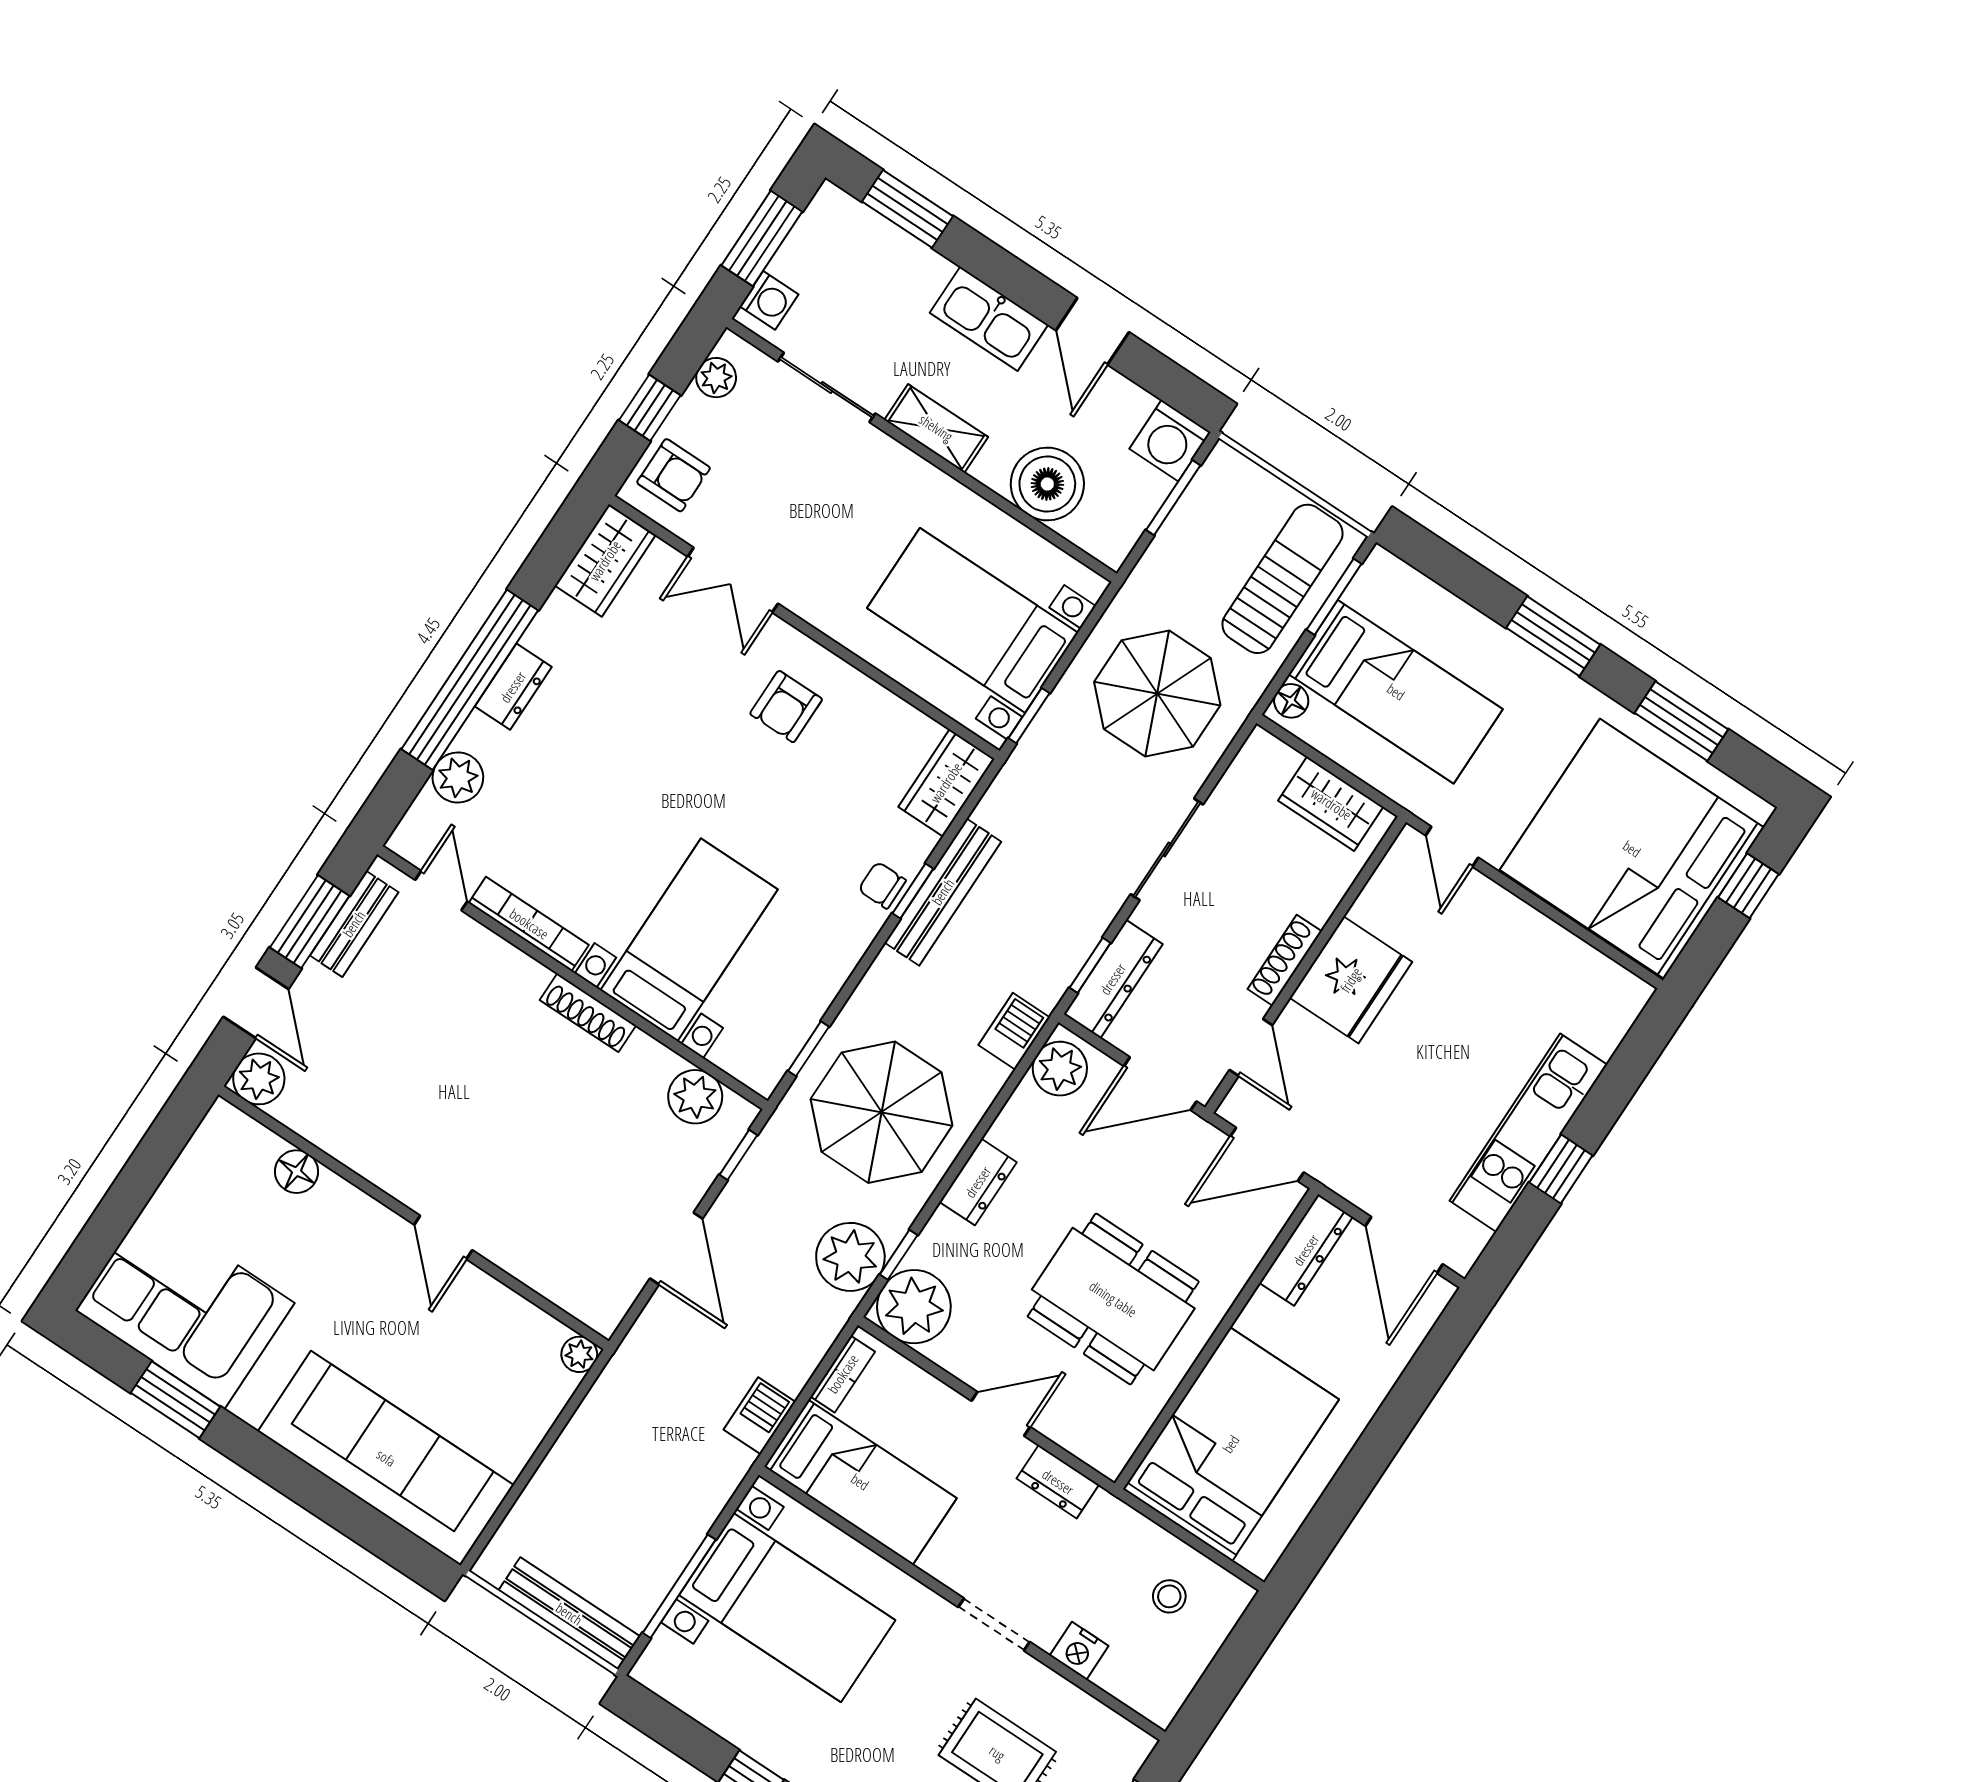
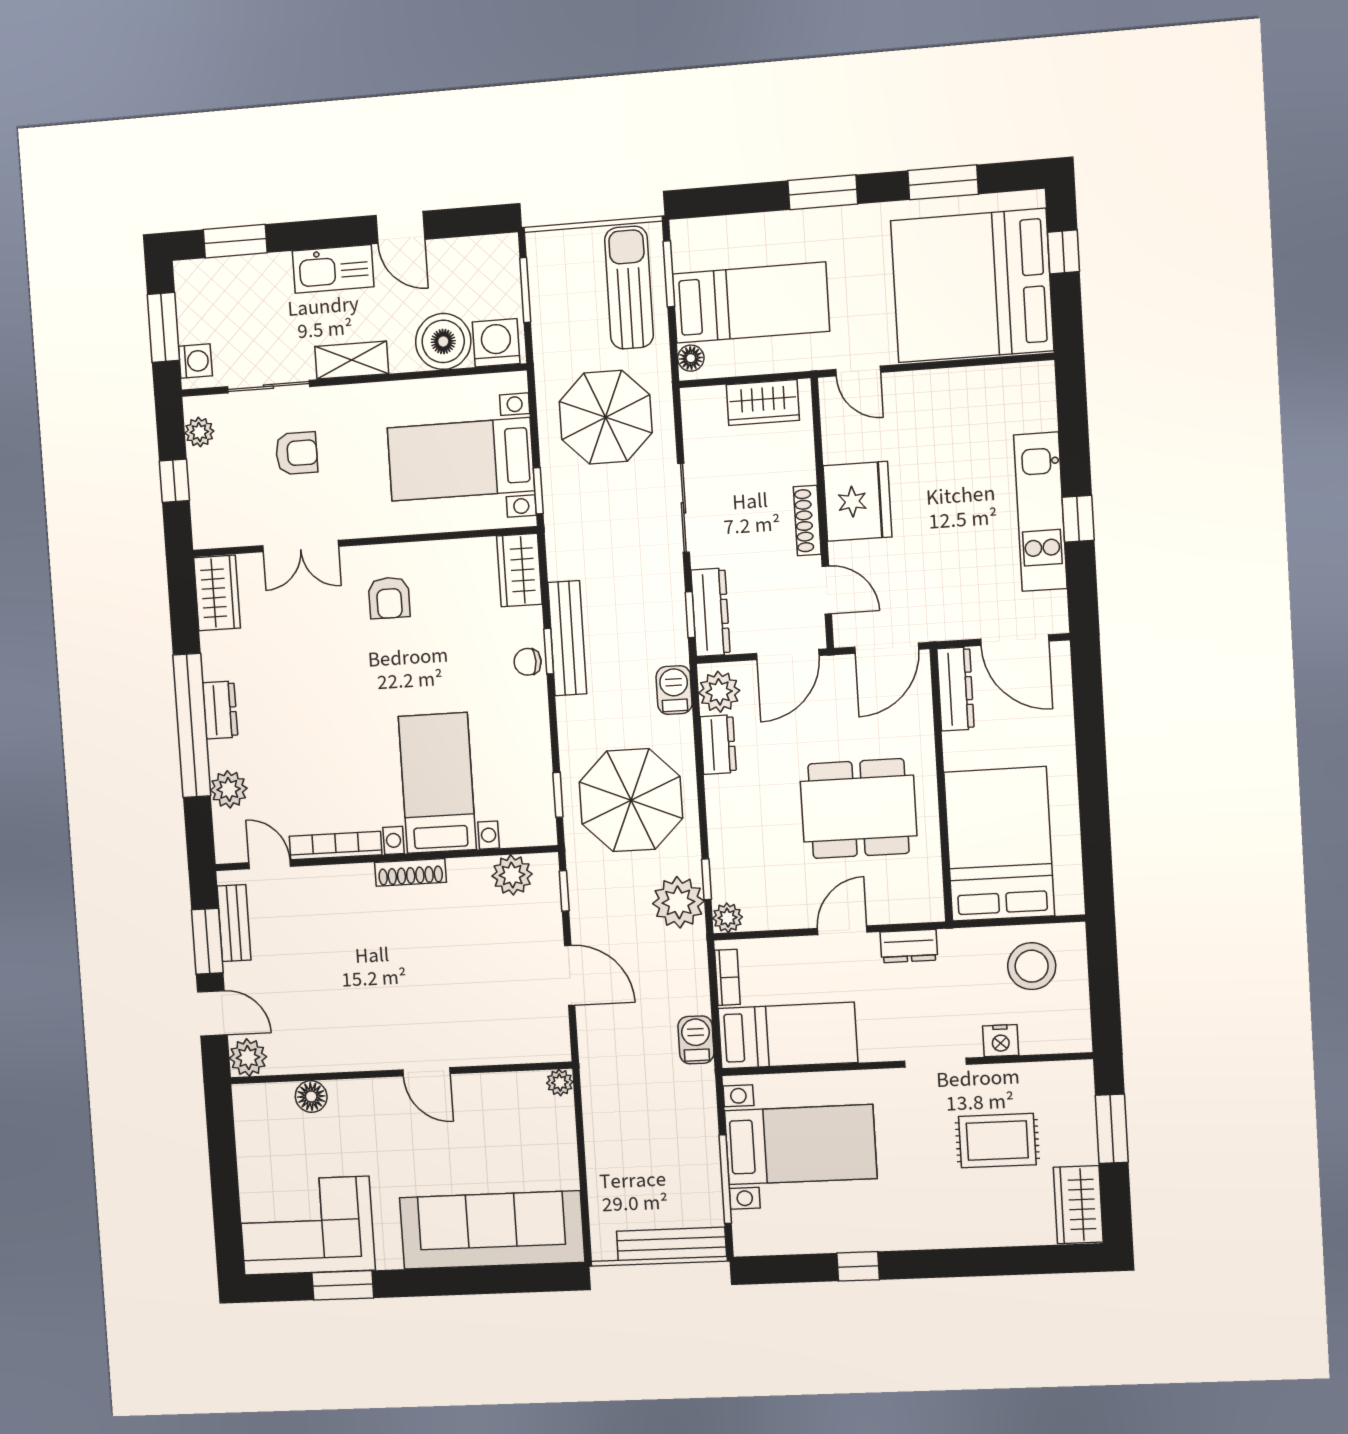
washing machine: (1170, 441) -> (496, 343), moved, turned 180
armchair: (673, 475) -> (297, 453), moved
dresser: (978, 1182) -> (718, 745), moved
plant: (914, 1307) -> (728, 918), width x0.53, depth x0.53
stool: (1169, 1596) -> (1032, 966), width x1.89, depth x1.89

